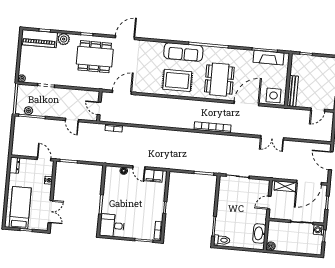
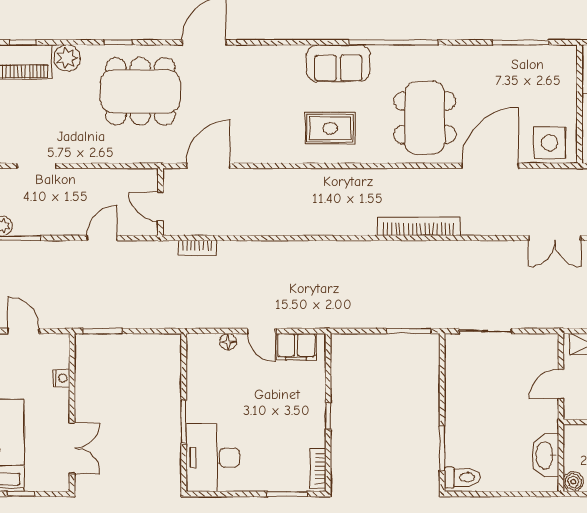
sofa: (183, 52) -> (338, 63), width x0.73
fireplace: (269, 58) -> (531, 59), removed
rug: (177, 80) -> (330, 128), width x0.73, depth x0.70
door: (72, 120) -> (102, 238), swing flipped
door: (44, 159) -> (24, 331), moved
desk: (112, 225) -> (213, 458), width x1.37

